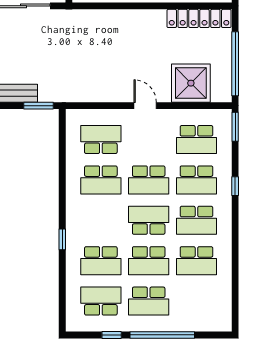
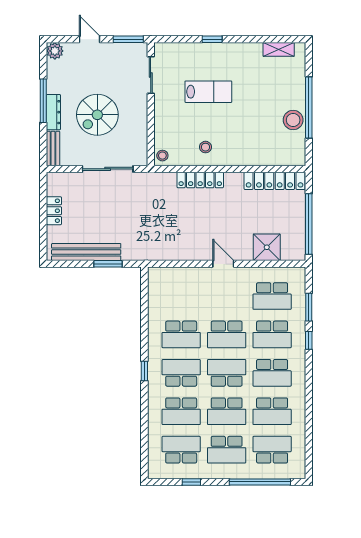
locker: (121, 18) -> (200, 180), added
shower: (191, 83) -> (267, 247), width x0.73, depth x0.73
window: (39, 106) -> (108, 264), moved
window: (235, 127) -> (309, 307), moved
school desk: (101, 140) -> (181, 373), moved
window: (62, 239) -> (144, 371), moved
school desk: (196, 301) -> (272, 450), added
window: (162, 335) -> (260, 482), moved

